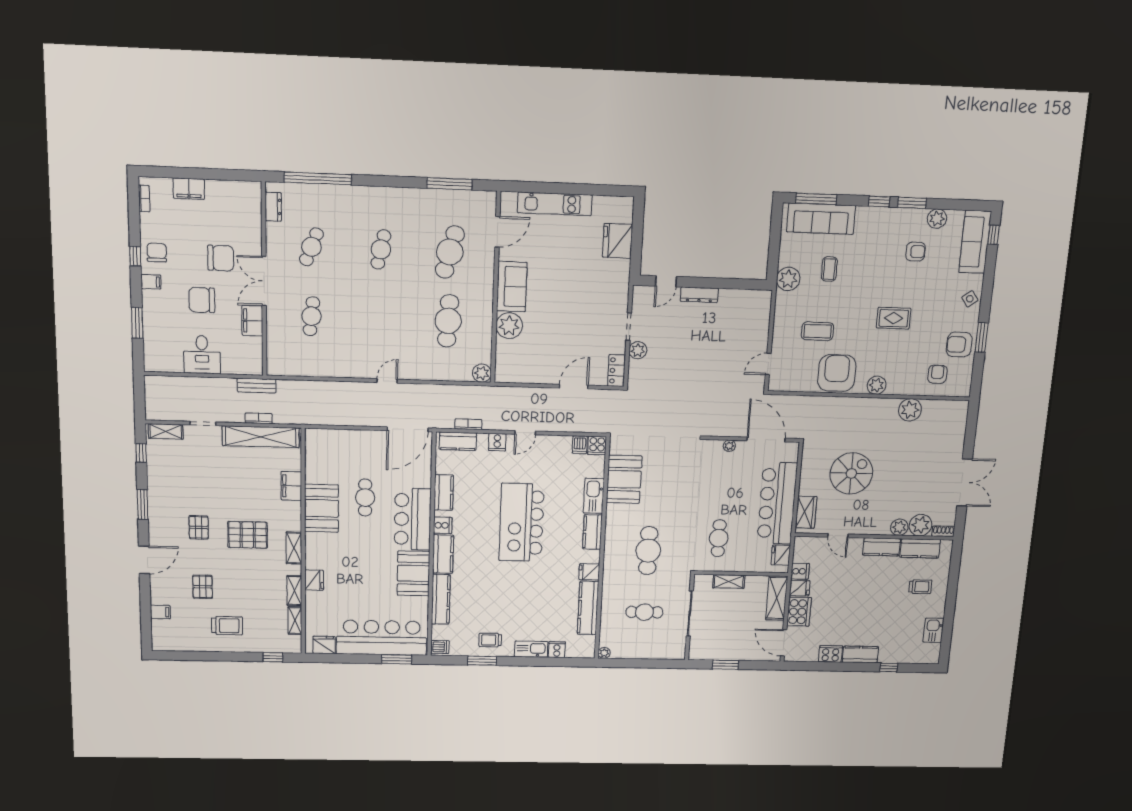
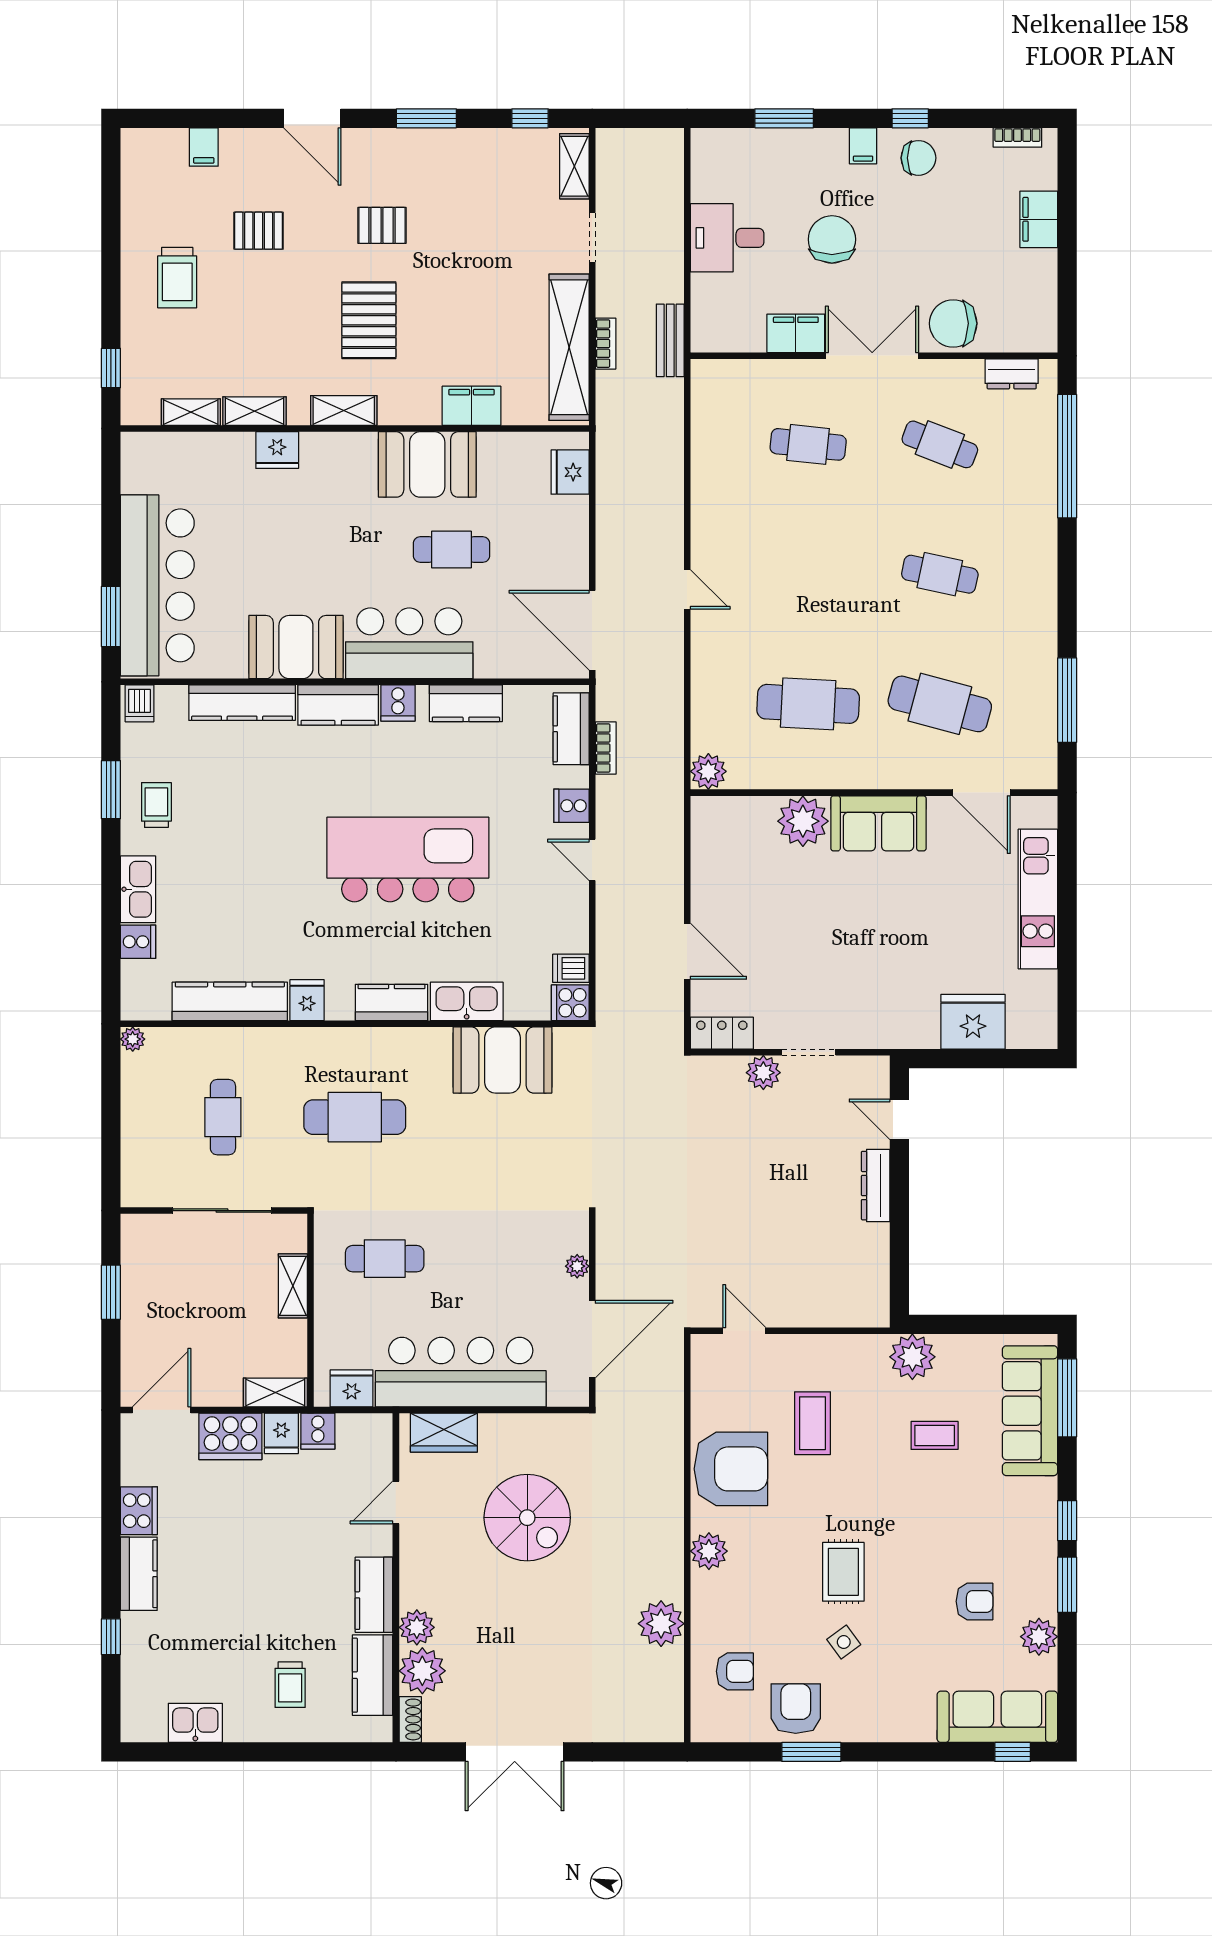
armchair: (916, 252) -> (974, 1601), turned -90
chair: (221, 258) -> (953, 323), moved, turned 90
side table: (970, 299) -> (844, 1642), moved
shelving: (777, 598) -> (275, 1392), width x0.67, depth x0.75
fridge: (324, 645) -> (570, 472), moved, turned 180

